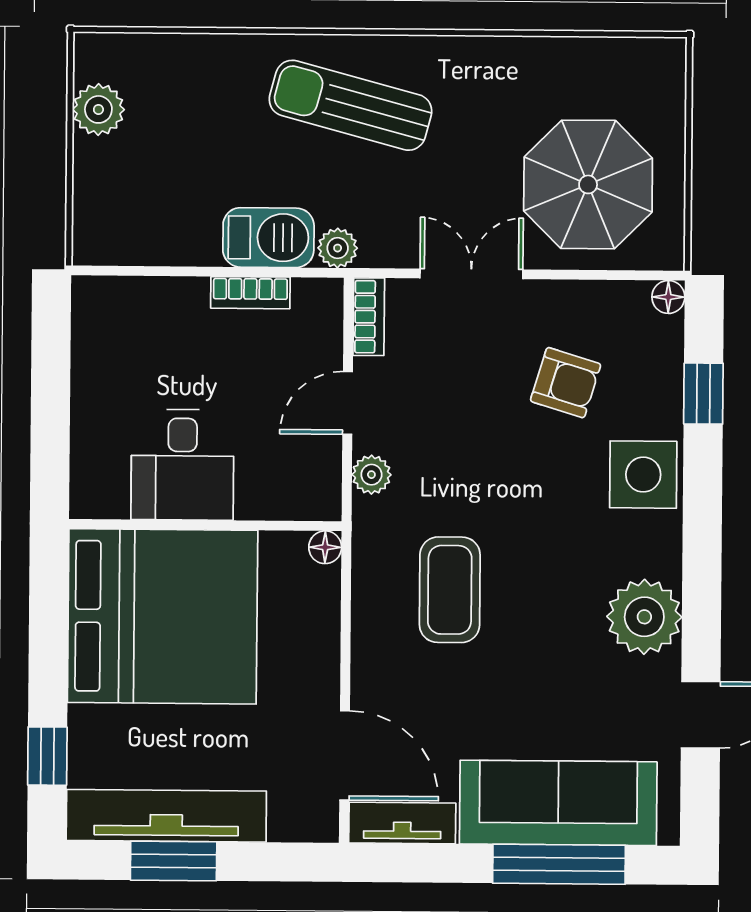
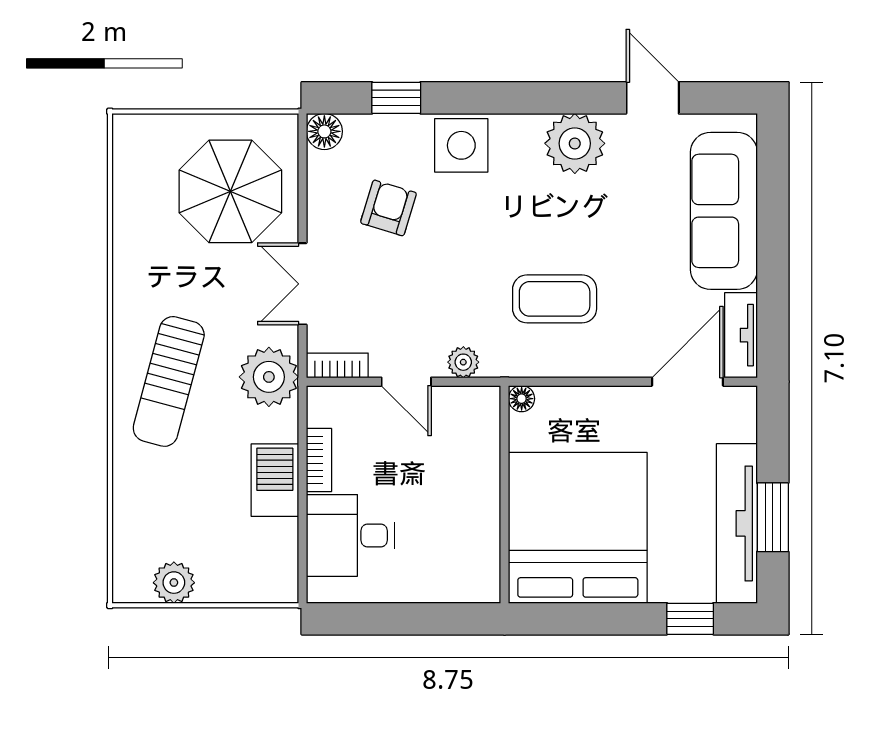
barbecue: (268, 238) -> (275, 480), moved
plant: (338, 248) -> (269, 377), width x1.87, depth x1.87
floor lamp: (668, 297) -> (324, 131), width x1.37, depth x1.37
desk: (182, 465) -> (350, 536), moved, turned 180
window: (559, 864) -> (773, 210), removed

